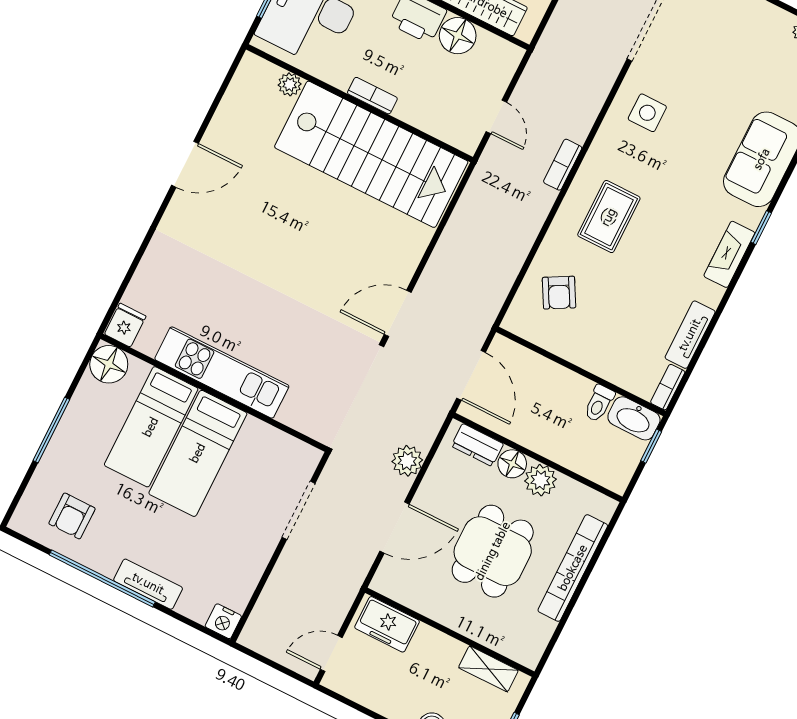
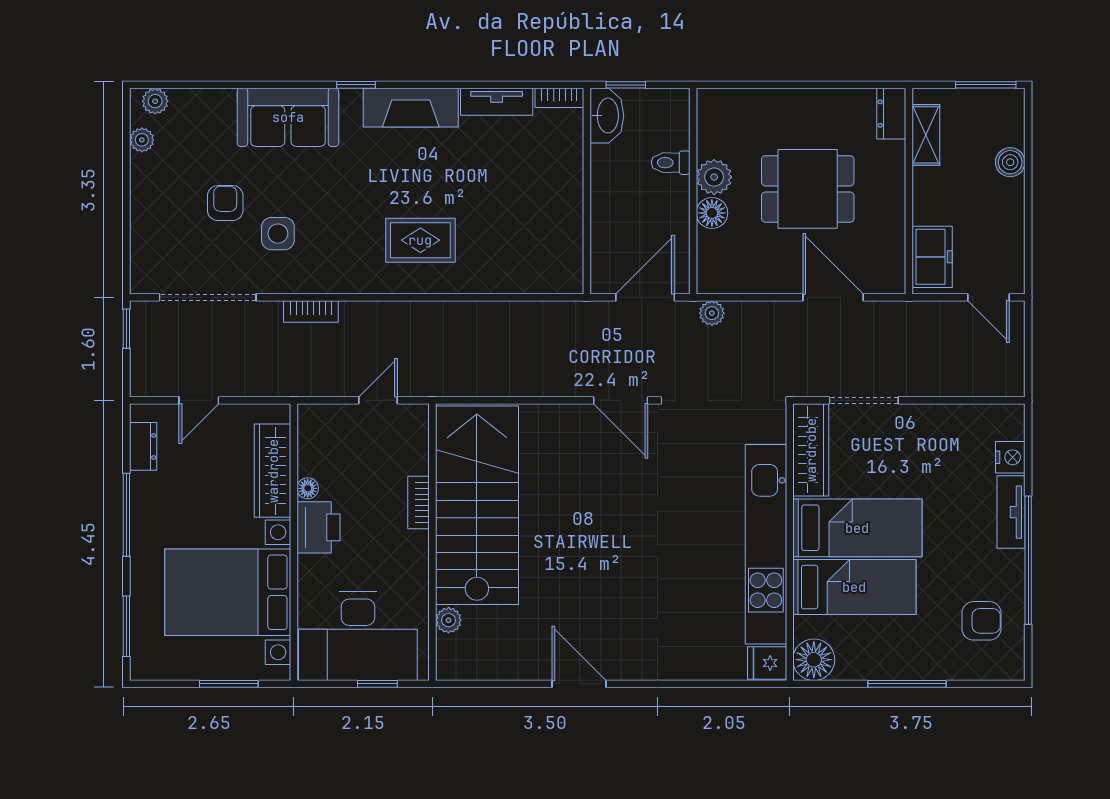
floor lamp: (458, 36) -> (308, 488), width x0.53, depth x0.53
bookcase: (372, 96) -> (419, 502), moved
side table: (647, 113) -> (278, 234), moved
bookcase: (563, 165) -> (311, 311), moved
fireplace: (729, 254) -> (411, 108), width x1.37, depth x1.32
armchair: (559, 293) -> (225, 203), moved, turned -61
kitchen unit: (222, 373) -> (766, 544), width x1.36
toilet: (599, 403) -> (671, 163), moved, turned 180
dresser: (477, 445) -> (891, 114), moved, turned 180
wardrobe: (280, 447) -> (811, 450), added
plant: (407, 461) -> (712, 313), moved, width x0.73, depth x0.73
bookcase: (573, 568) -> (785, 102), removed
nightstand: (223, 621) -> (1010, 457), moved

